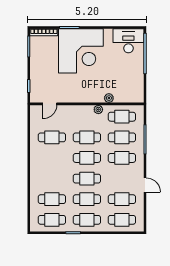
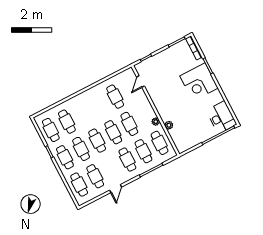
corner desk: (81, 51) -> (199, 82), width x0.74, depth x0.74
door: (50, 104) -> (140, 81), hinge flipped

